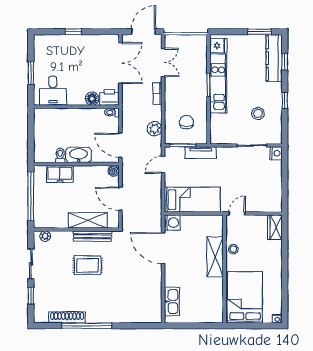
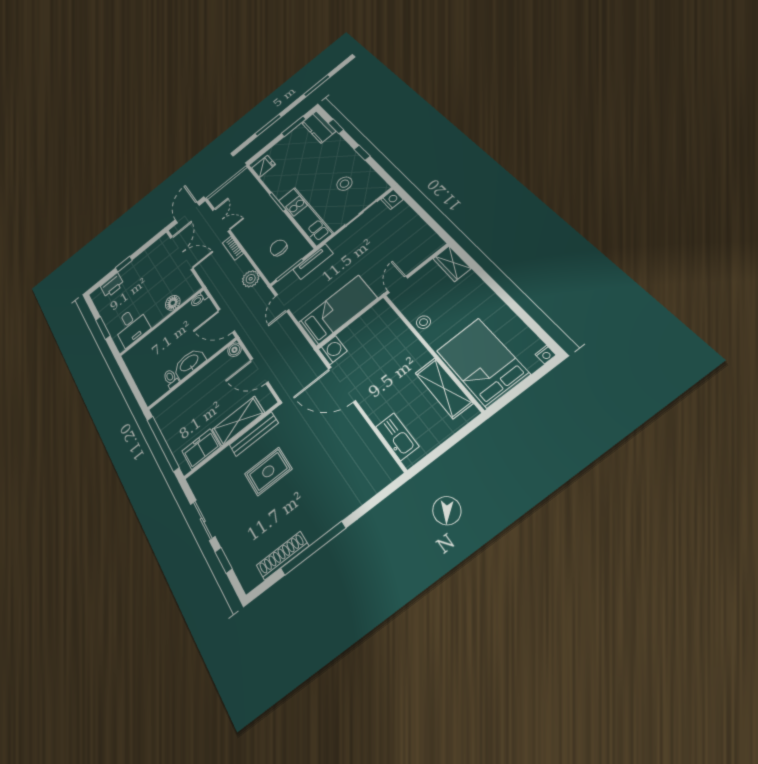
kitchen counter: (274, 58) -> (319, 127), width x0.67
kitchen unit: (218, 83) -> (305, 216), moved
printer: (109, 97) -> (112, 285), moved, turned 180
freezer: (60, 174) -> (201, 449), moved, turned 180
plant: (45, 236) -> (202, 475), removed
shelving: (215, 257) -> (444, 388), moved

